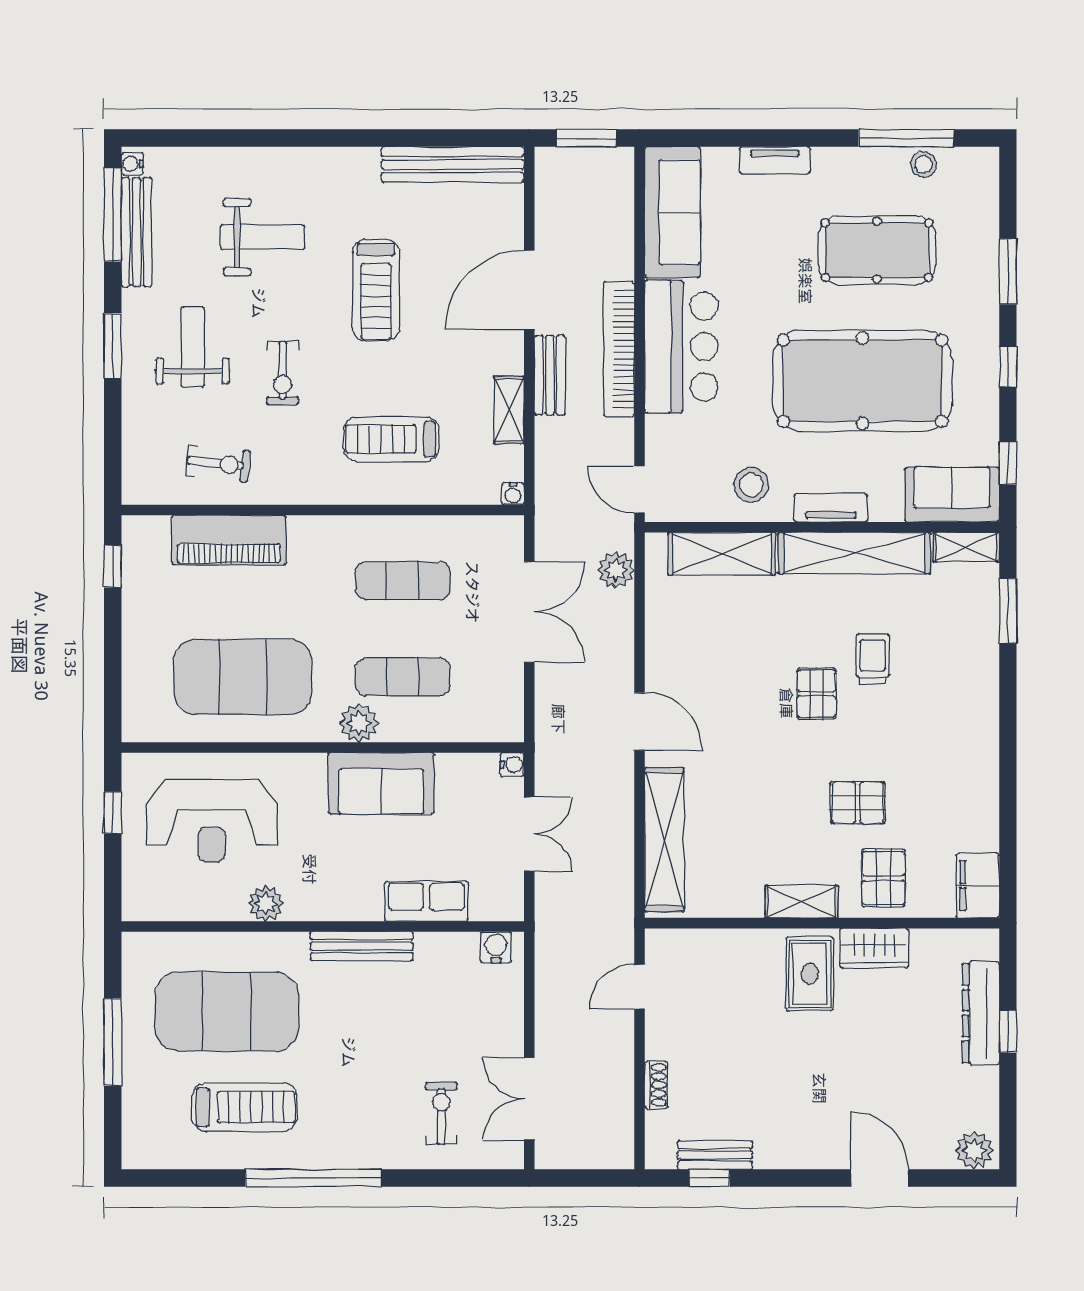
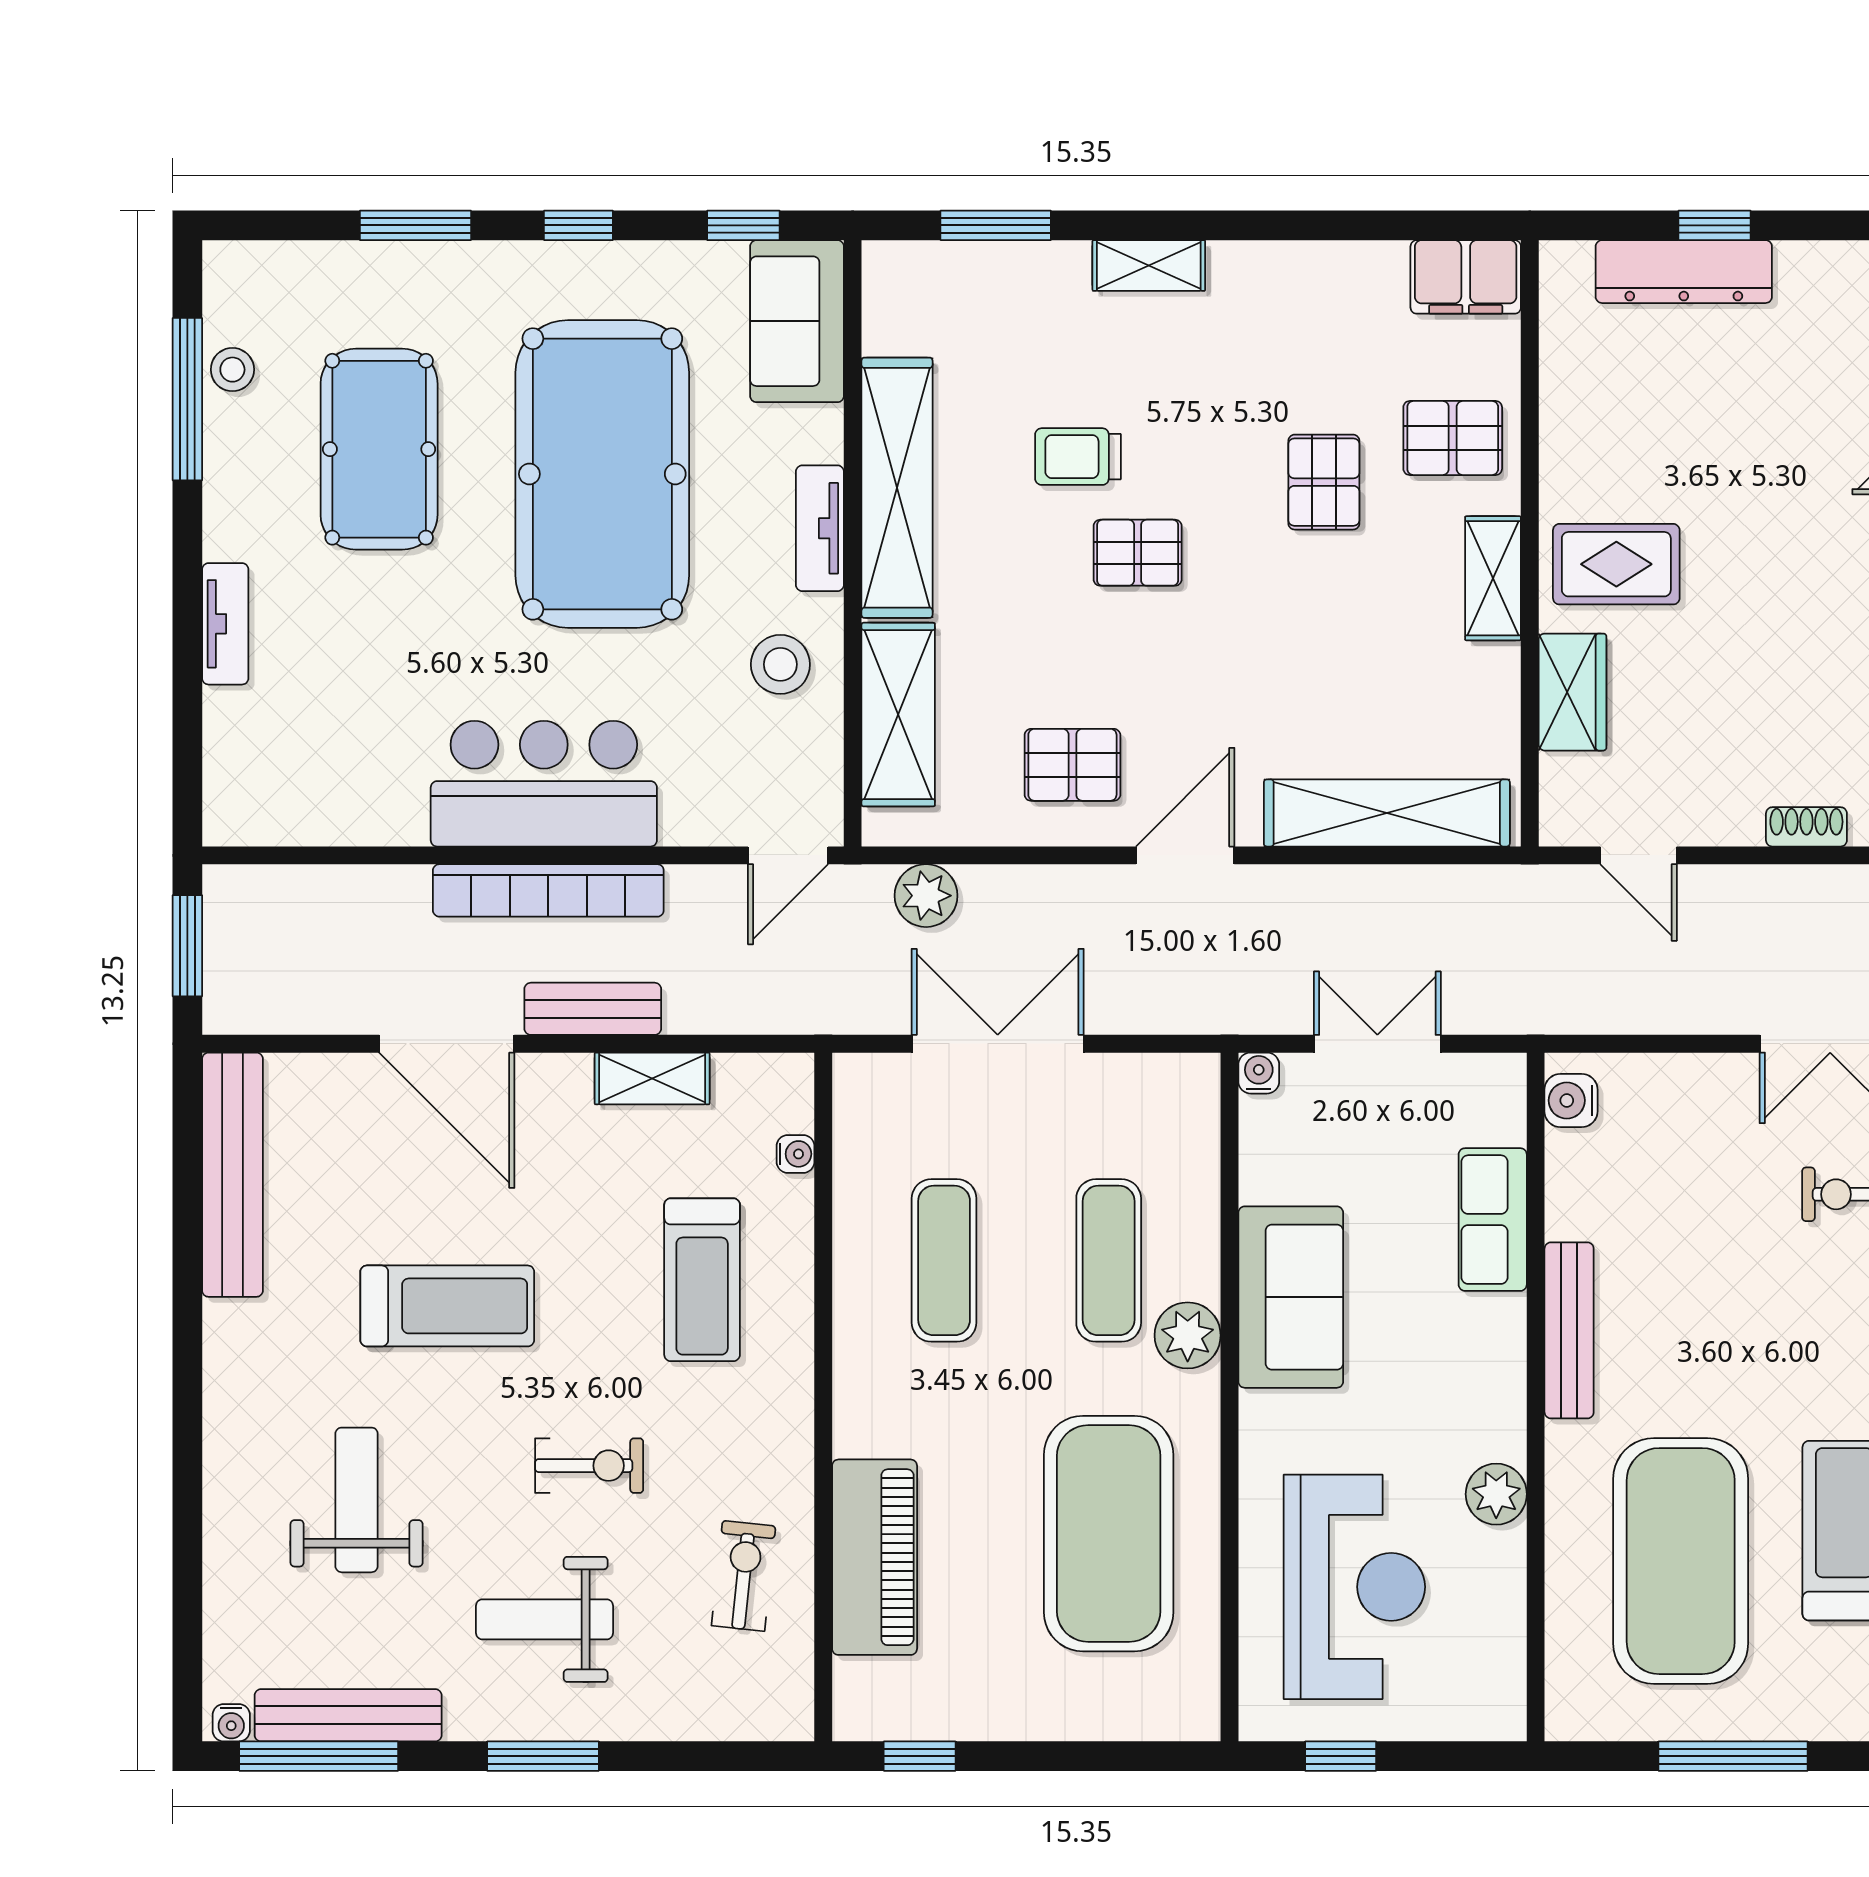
sofa: (672, 212) -> (314, 799), removed
water cooler: (513, 494) -> (795, 1154), moved
shelving: (966, 547) -> (1149, 265), moved, turned 90
pallet: (692, 656) -> (1072, 765), added
wardrobe: (874, 948) -> (1573, 692), moved

